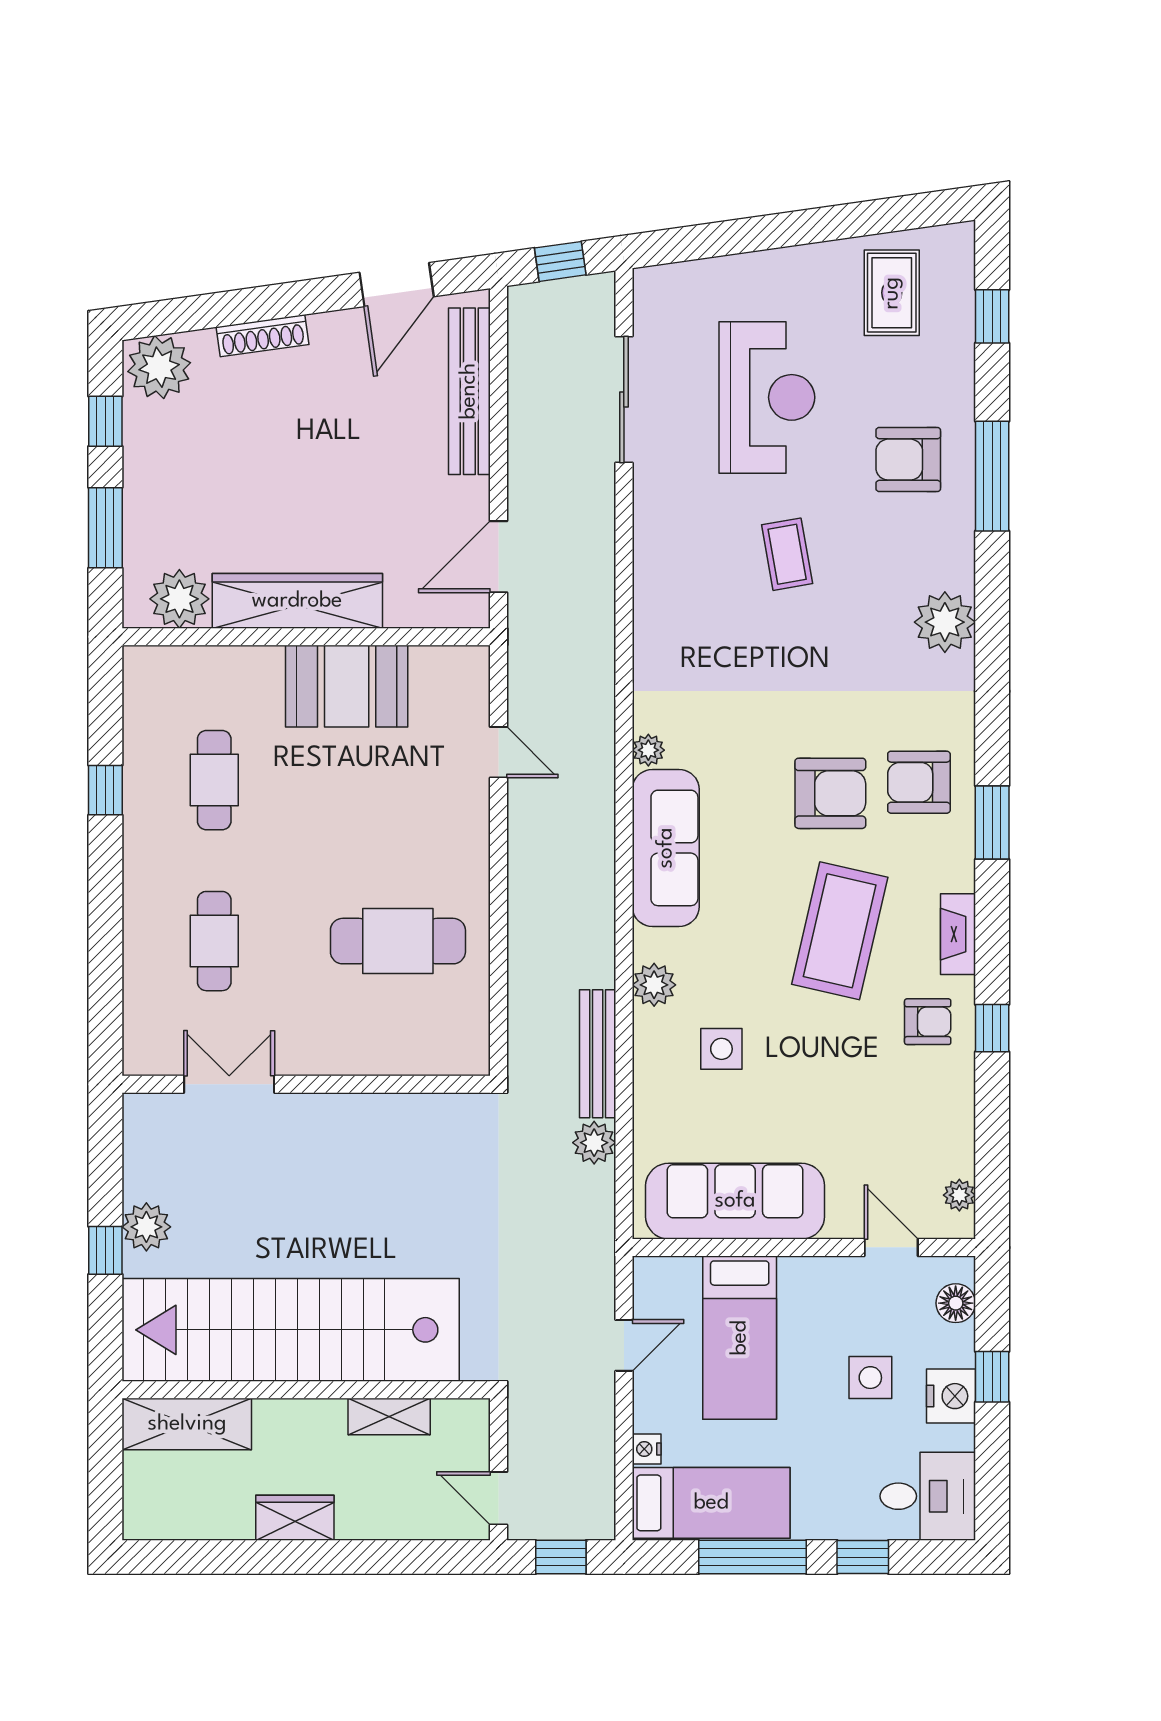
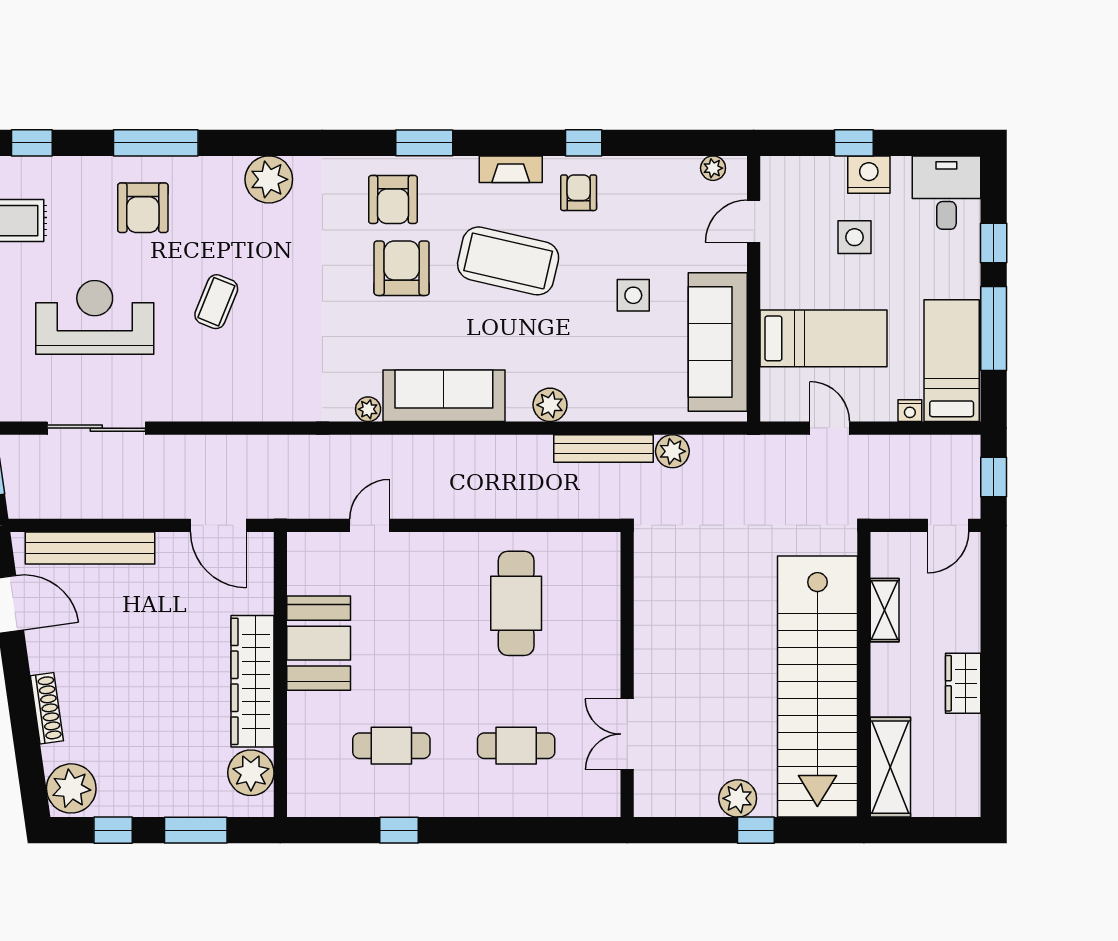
coffee table: (787, 554) -> (216, 302), turned -58
side table: (721, 1049) -> (633, 295), moved
floor lamp: (956, 1303) -> (797, 171), removed

